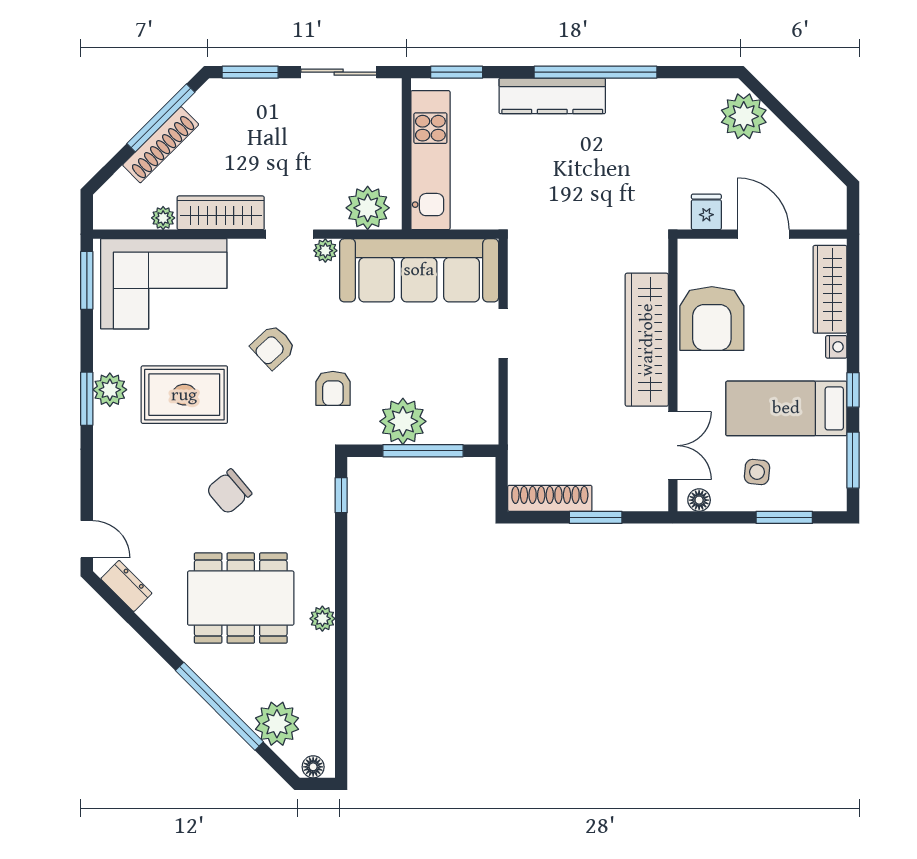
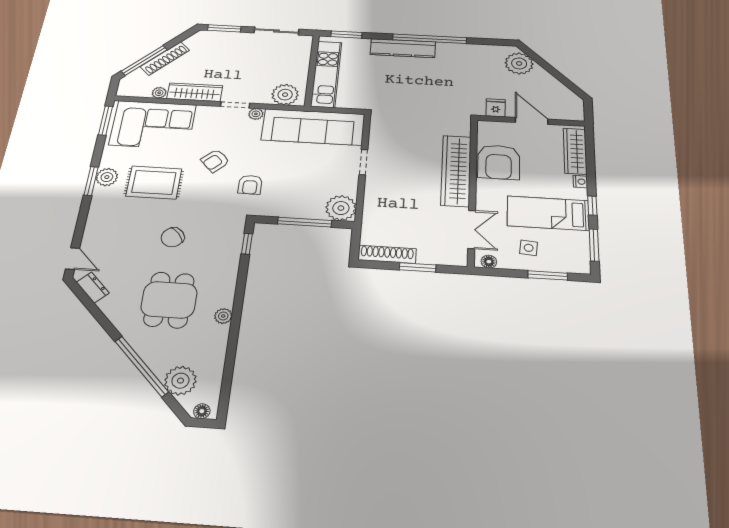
window: (161, 118) -> (144, 60), moved
plant: (403, 421) -> (341, 208), moved
dining table: (241, 598) -> (169, 300), width x0.73

